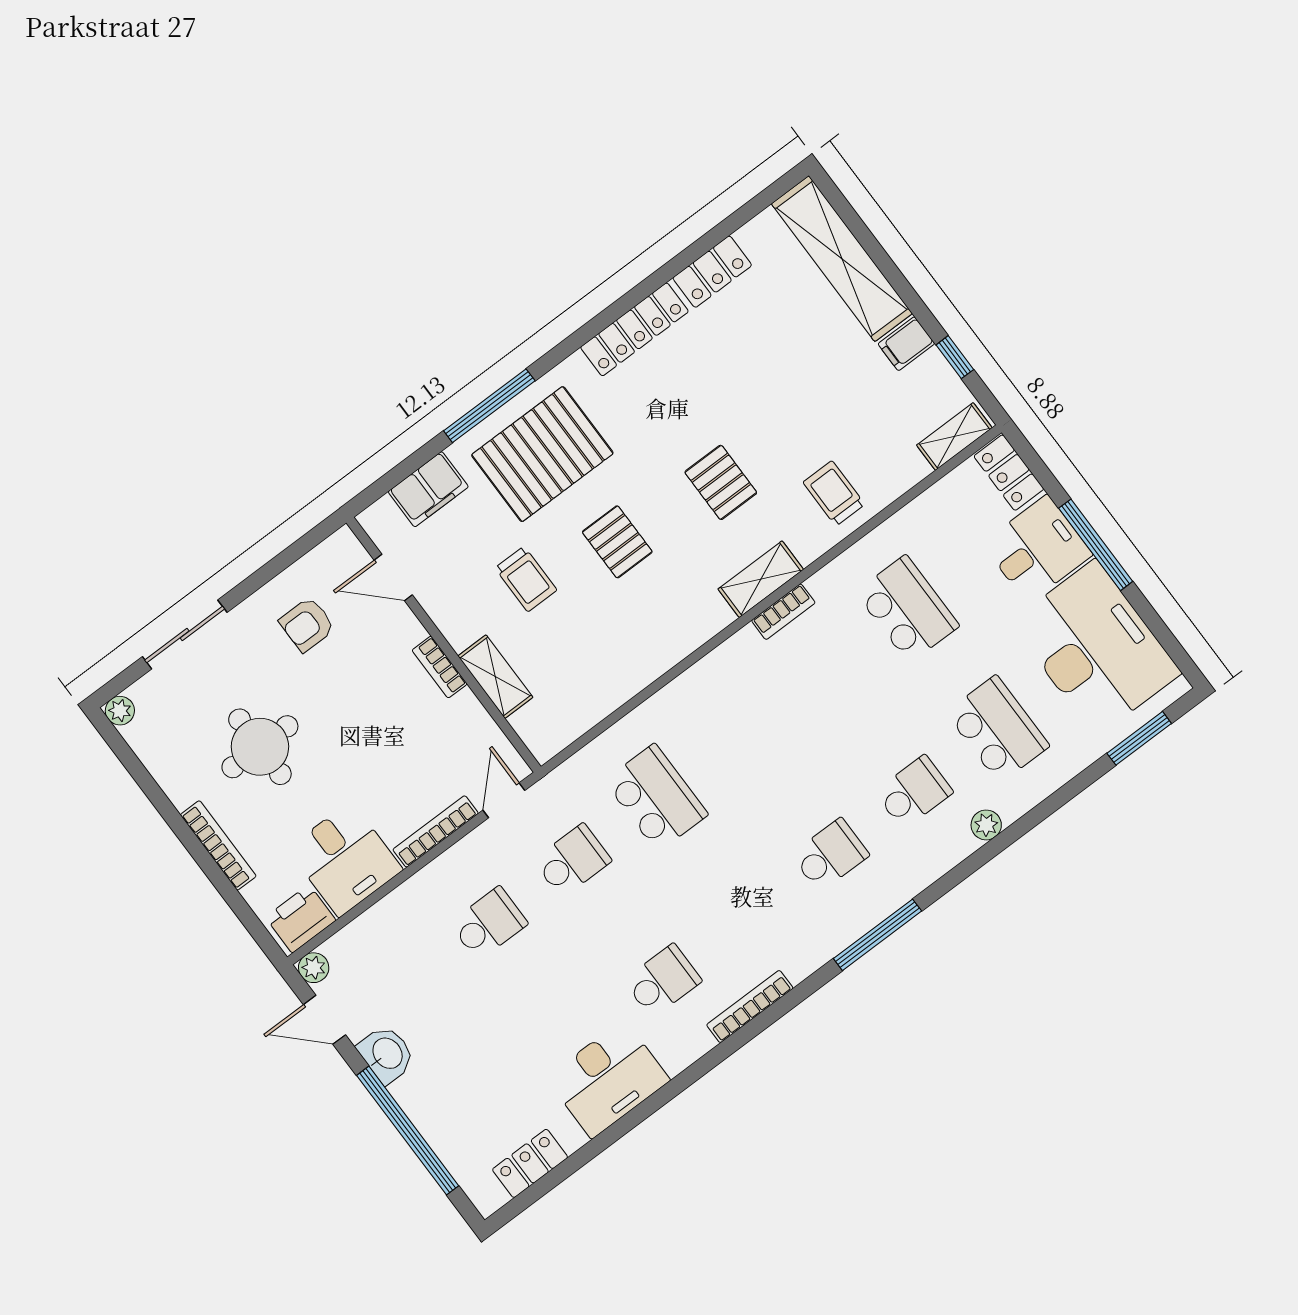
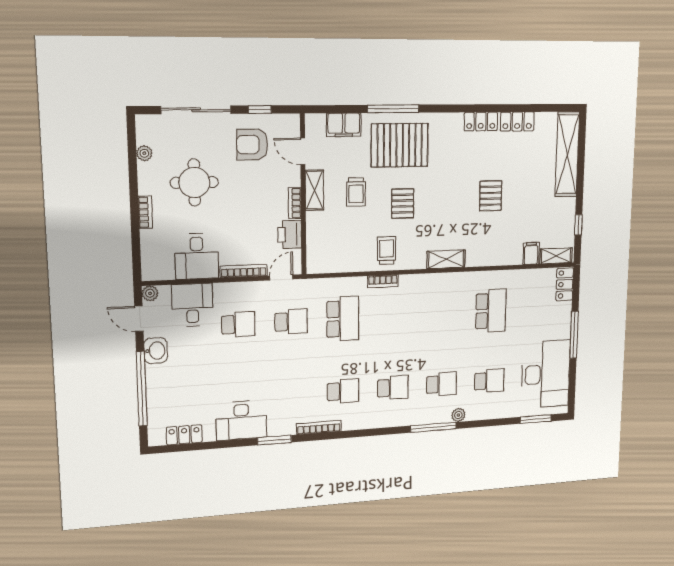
locker: (634, 329) -> (481, 122), width x0.66
filing cabinet: (906, 344) -> (531, 253), moved, turned 90
pallet: (721, 482) -> (491, 196), moved
trolley: (834, 493) -> (387, 251), moved
desk: (1037, 549) -> (192, 305), moved, turned -90
window: (280, 563) -> (260, 110), added
bookcase: (783, 612) -> (383, 281), moved
armchair: (307, 624) -> (252, 145), width x1.38, depth x1.38
sliding door: (185, 634) -> (196, 110), width x1.37
shelving: (495, 677) -> (314, 190), moved
plant: (120, 711) -> (144, 153), moved
school desk: (998, 729) -> (489, 381), width x0.54
bookcase: (218, 845) -> (145, 212), width x0.64
printer: (301, 919) -> (290, 235), moved, turned -90
window: (878, 935) -> (433, 427), moved
school desk: (663, 981) -> (343, 391), moved
window: (689, 1077) -> (275, 440), added

